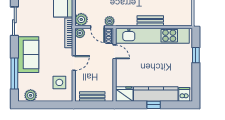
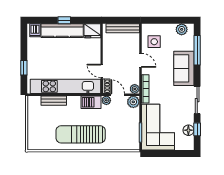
barbecue: (126, 19) -> (91, 102), added
bench: (150, 21) -> (54, 101), moved
door: (74, 63) -> (140, 60), swing flipped
bench: (92, 97) -> (123, 28), width x1.36

